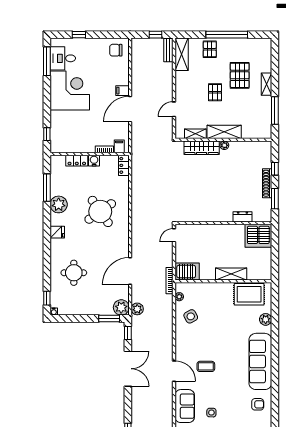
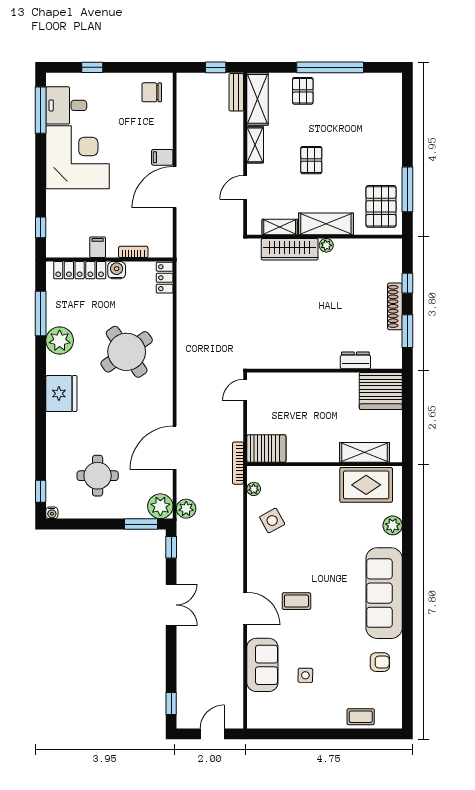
pallet: (240, 75) -> (381, 206), moved
shelving: (266, 84) -> (255, 145), moved
filing cabinet: (119, 146) -> (98, 247), moved
locker: (77, 161) -> (80, 270), width x1.53
fridge: (57, 232) -> (61, 394), width x1.88, depth x1.34
round table: (74, 273) -> (98, 476), moved
shelving: (231, 274) -> (365, 452), moved
double door: (128, 369) -> (171, 605), width x0.73

